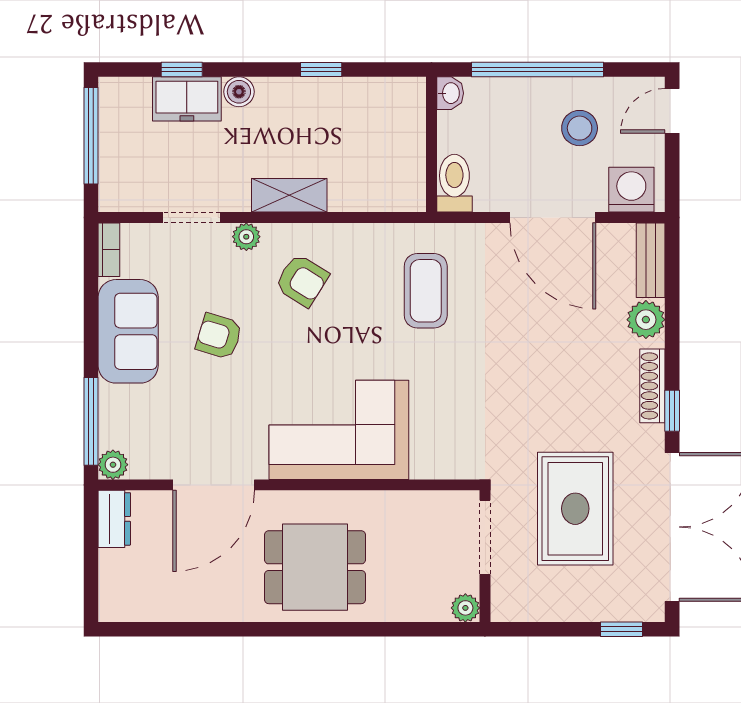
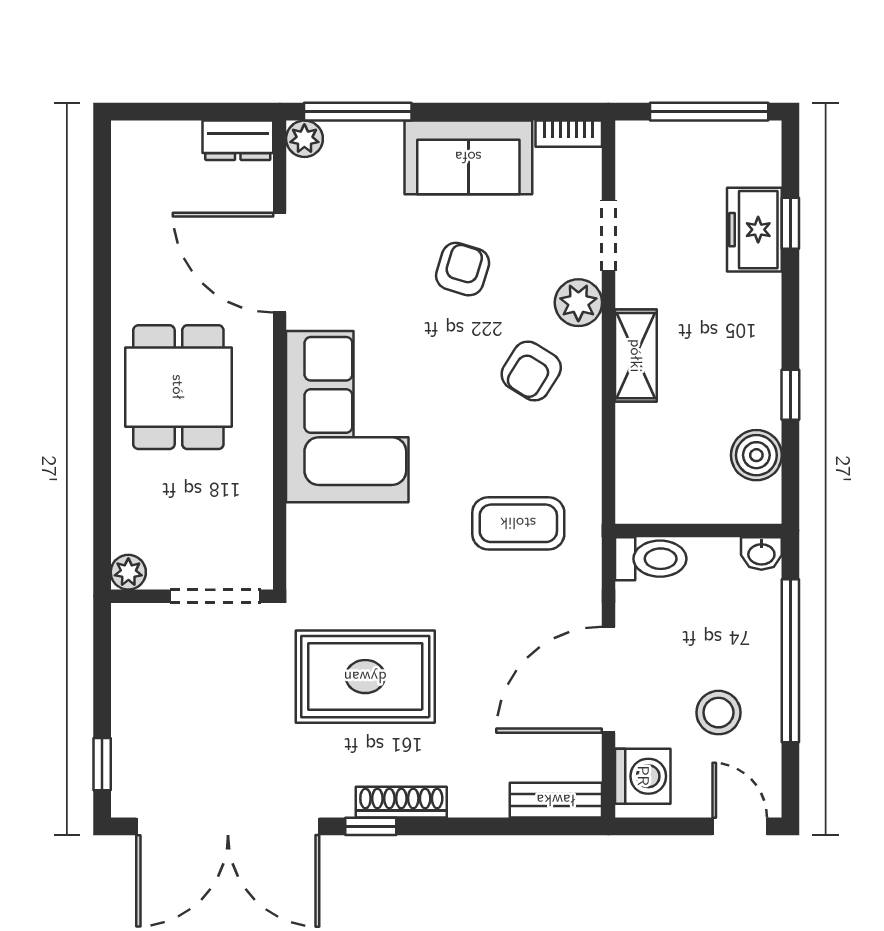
boiler: (239, 92) -> (756, 455), moved, width x1.36, depth x1.36
plant: (246, 237) -> (578, 303), width x1.38, depth x1.38
plant: (646, 320) -> (483, 794), removed
rug: (575, 509) -> (365, 677), moved

